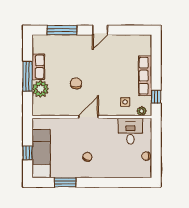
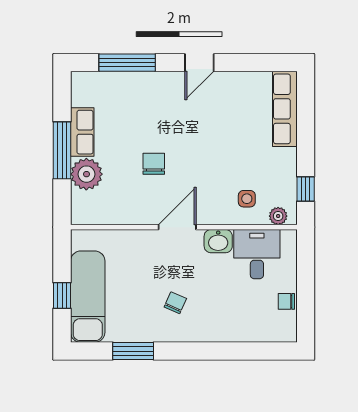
row of seats: (145, 76) -> (285, 109), moved
washbasin: (110, 124) -> (218, 241), added

